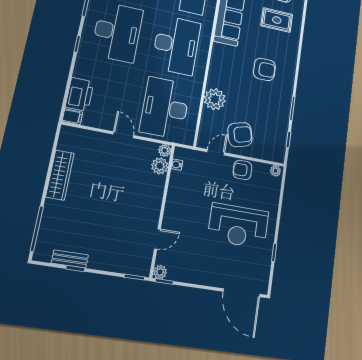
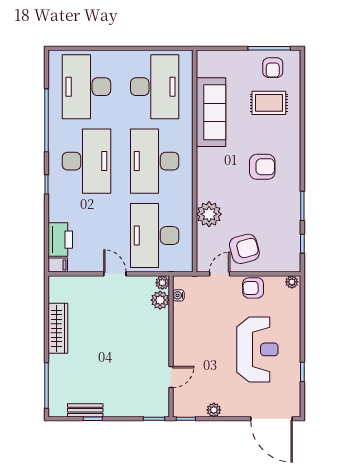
desk: (176, 45) -> (155, 161), turned 180
reception desk: (238, 226) -> (257, 349), turned -90
plant: (160, 272) -> (214, 410), moved

